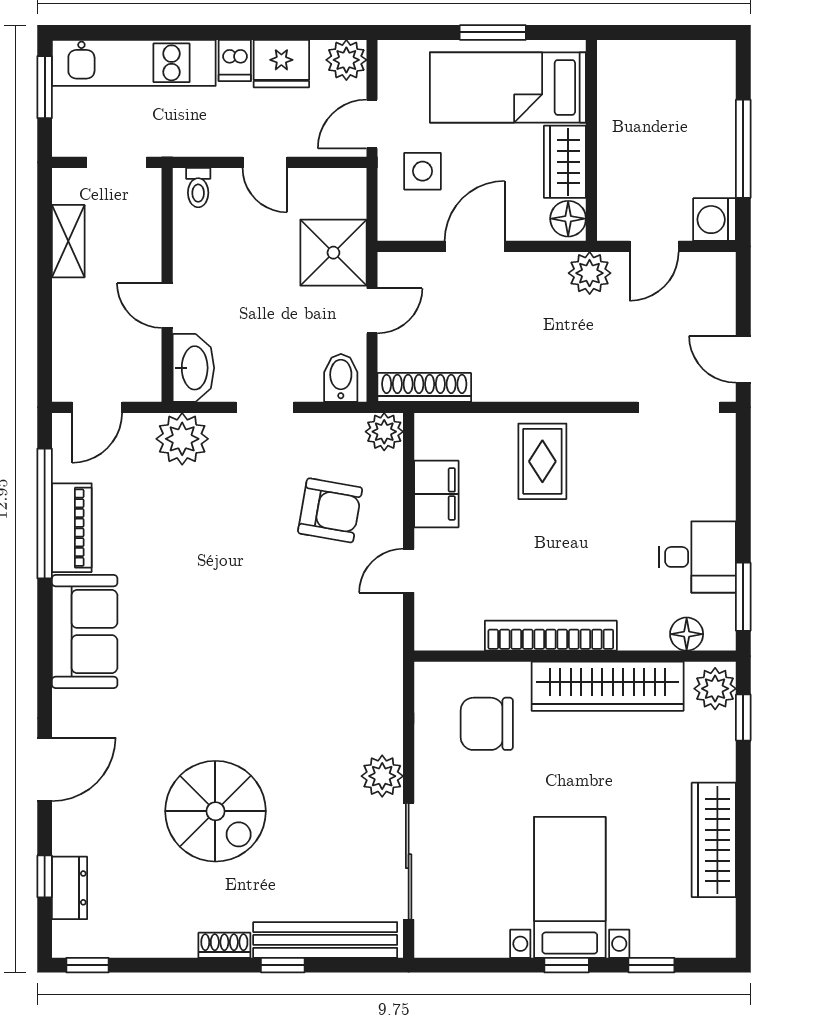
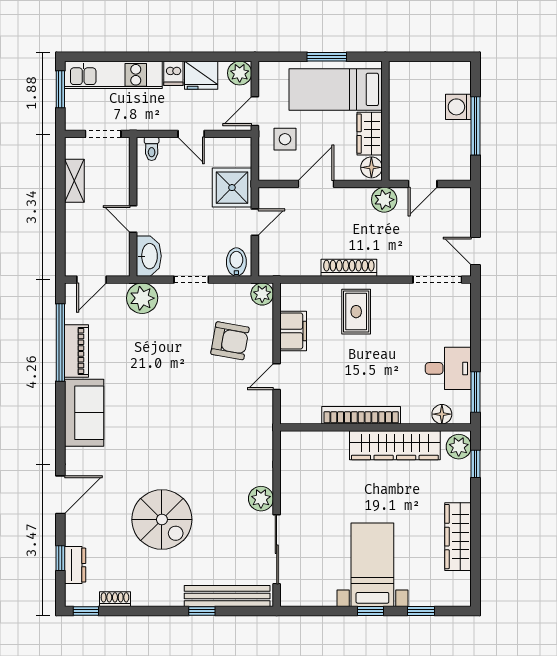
washing machine: (715, 220) -> (458, 107), moved
shoe rack: (424, 387) -> (349, 268), moved
chair: (487, 724) -> (323, 468), removed
shoe rack: (224, 945) -> (115, 599), moved

